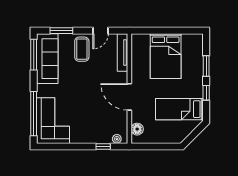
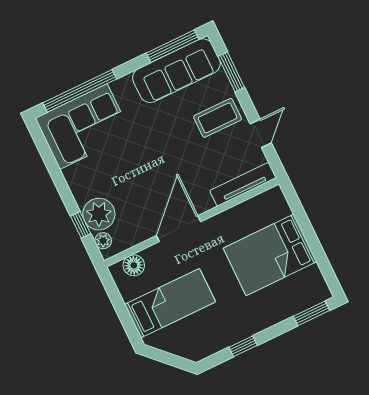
door: (101, 31) -> (261, 133), swing flipped
window: (206, 66) -> (312, 313), moved
bed: (179, 109) -> (170, 303), moved, turned 90
plant: (102, 134) -> (99, 214), added

